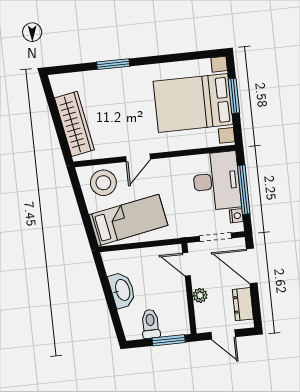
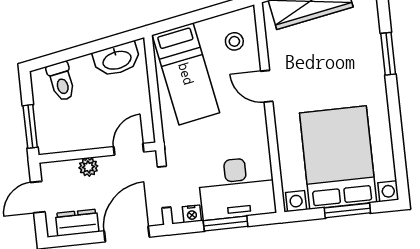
stool: (103, 183) -> (234, 41), width x0.53, depth x0.53
window: (244, 190) -> (226, 223), width x0.69
washbasin: (122, 290) -> (117, 59), moved
toilet: (150, 324) -> (61, 81), moved, turned 80

